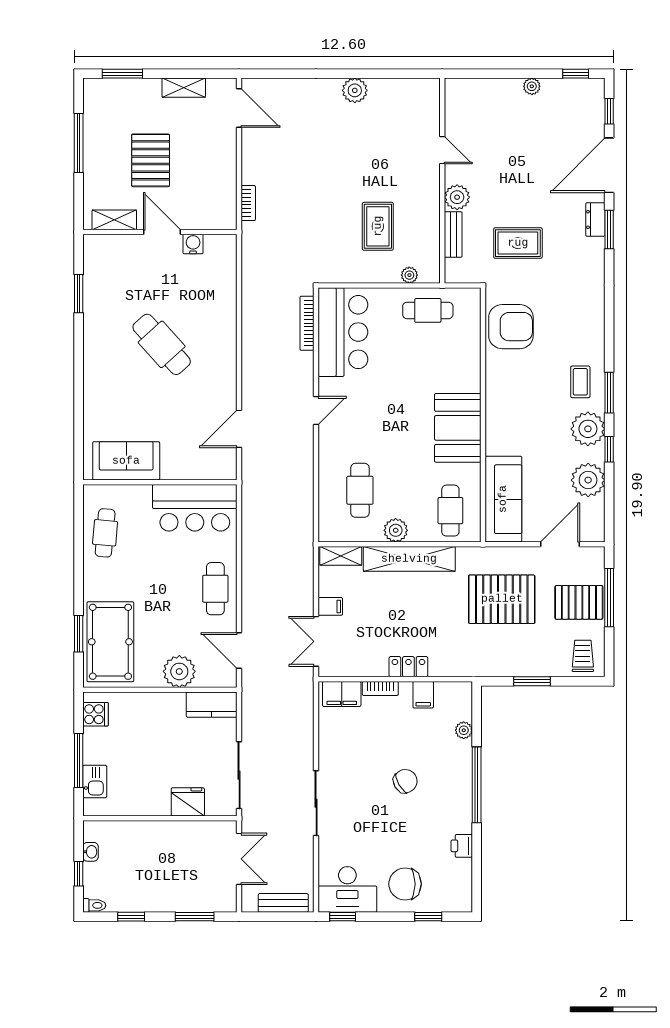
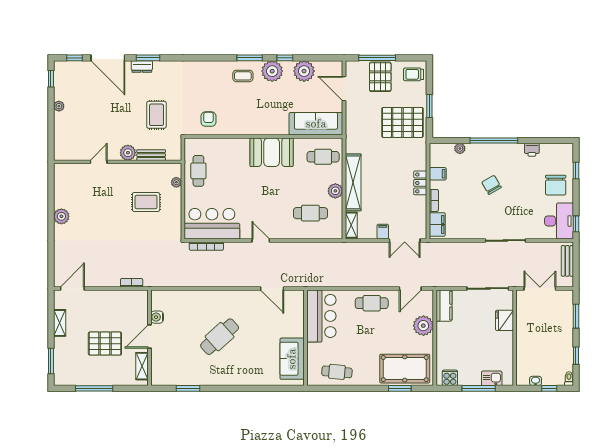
armchair: (511, 327) -> (208, 119), width x0.53, depth x0.53
pallet: (502, 599) -> (402, 122), moved, turned 90

